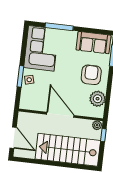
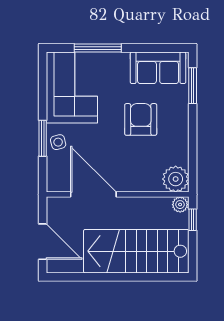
armchair: (91, 75) -> (141, 119), moved
plant: (98, 99) -> (176, 179), moved
door: (60, 115) -> (93, 194), moved

